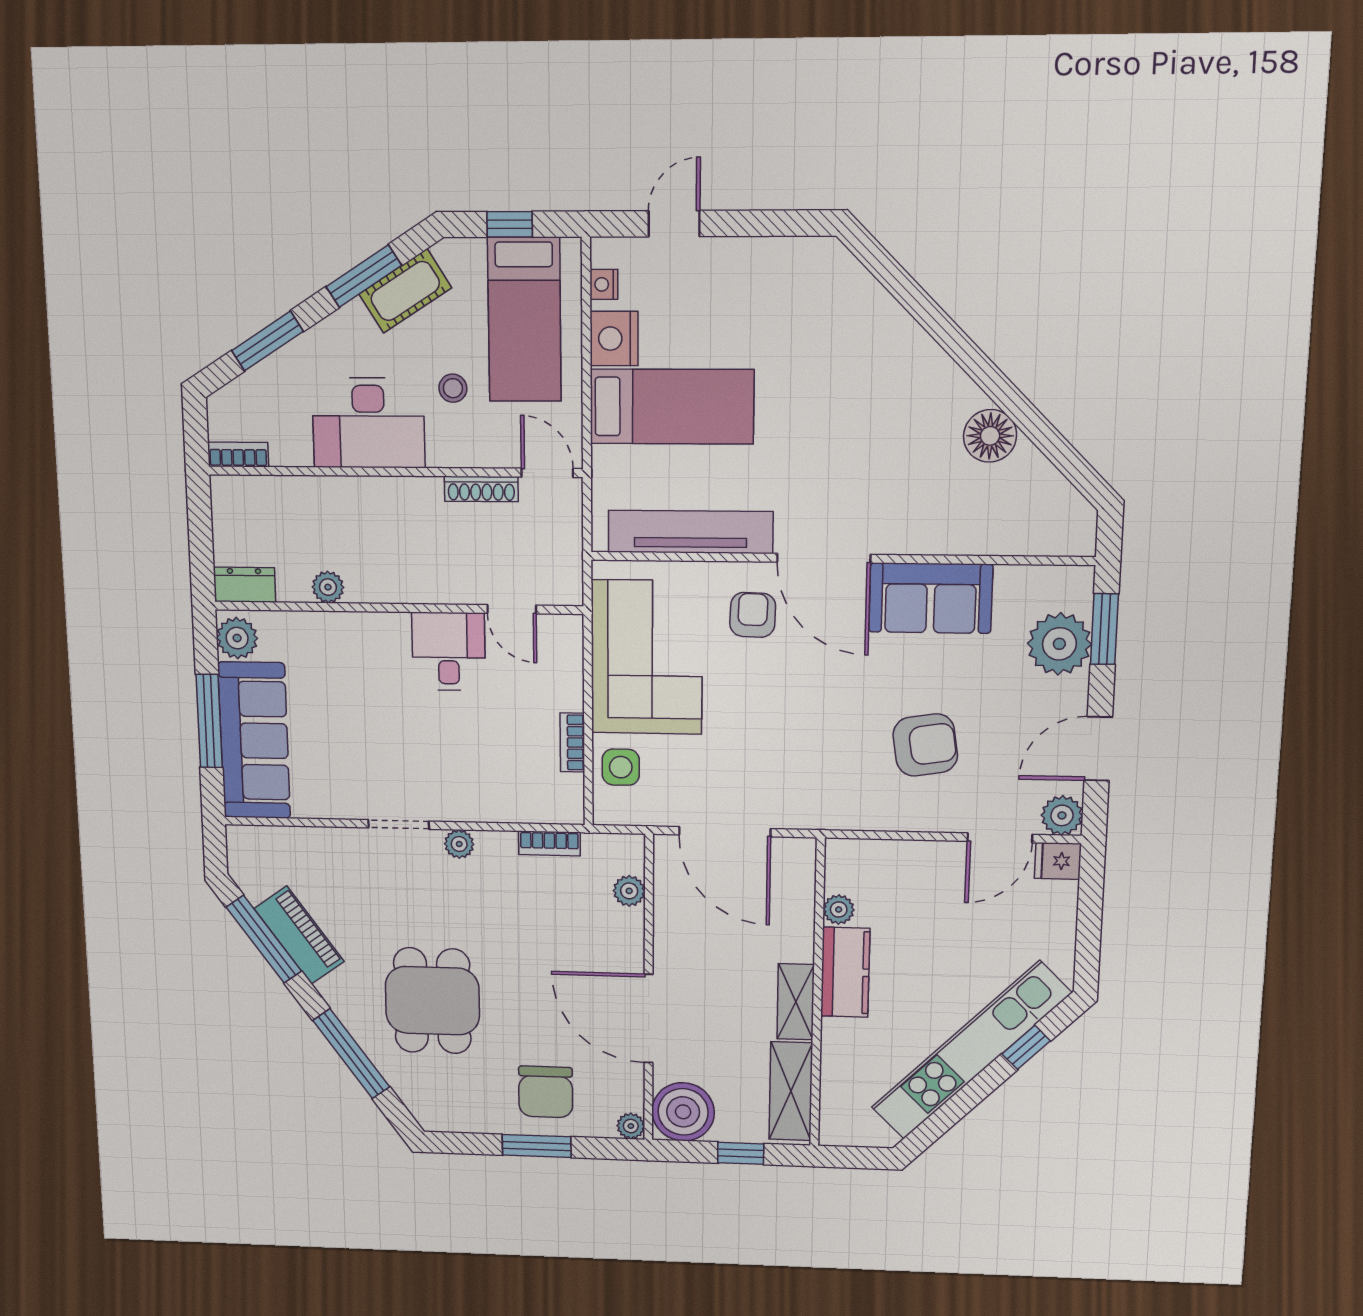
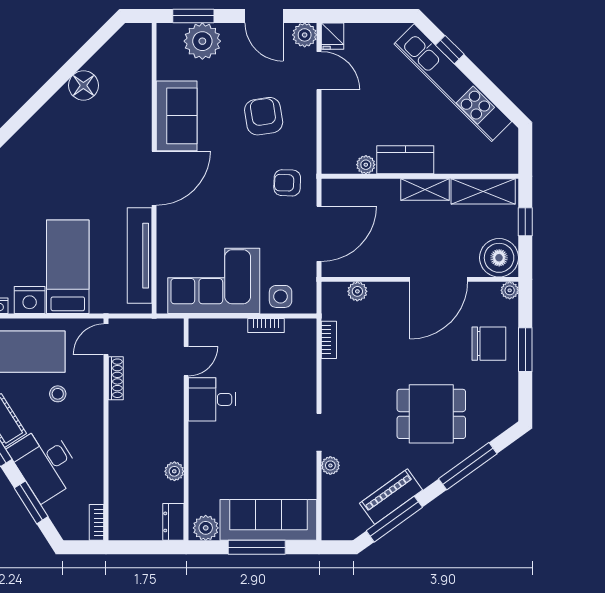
desk: (369, 423) -> (45, 463), moved, turned 148
armchair: (753, 615) -> (287, 183), moved
plant: (459, 844) -> (330, 465), moved

